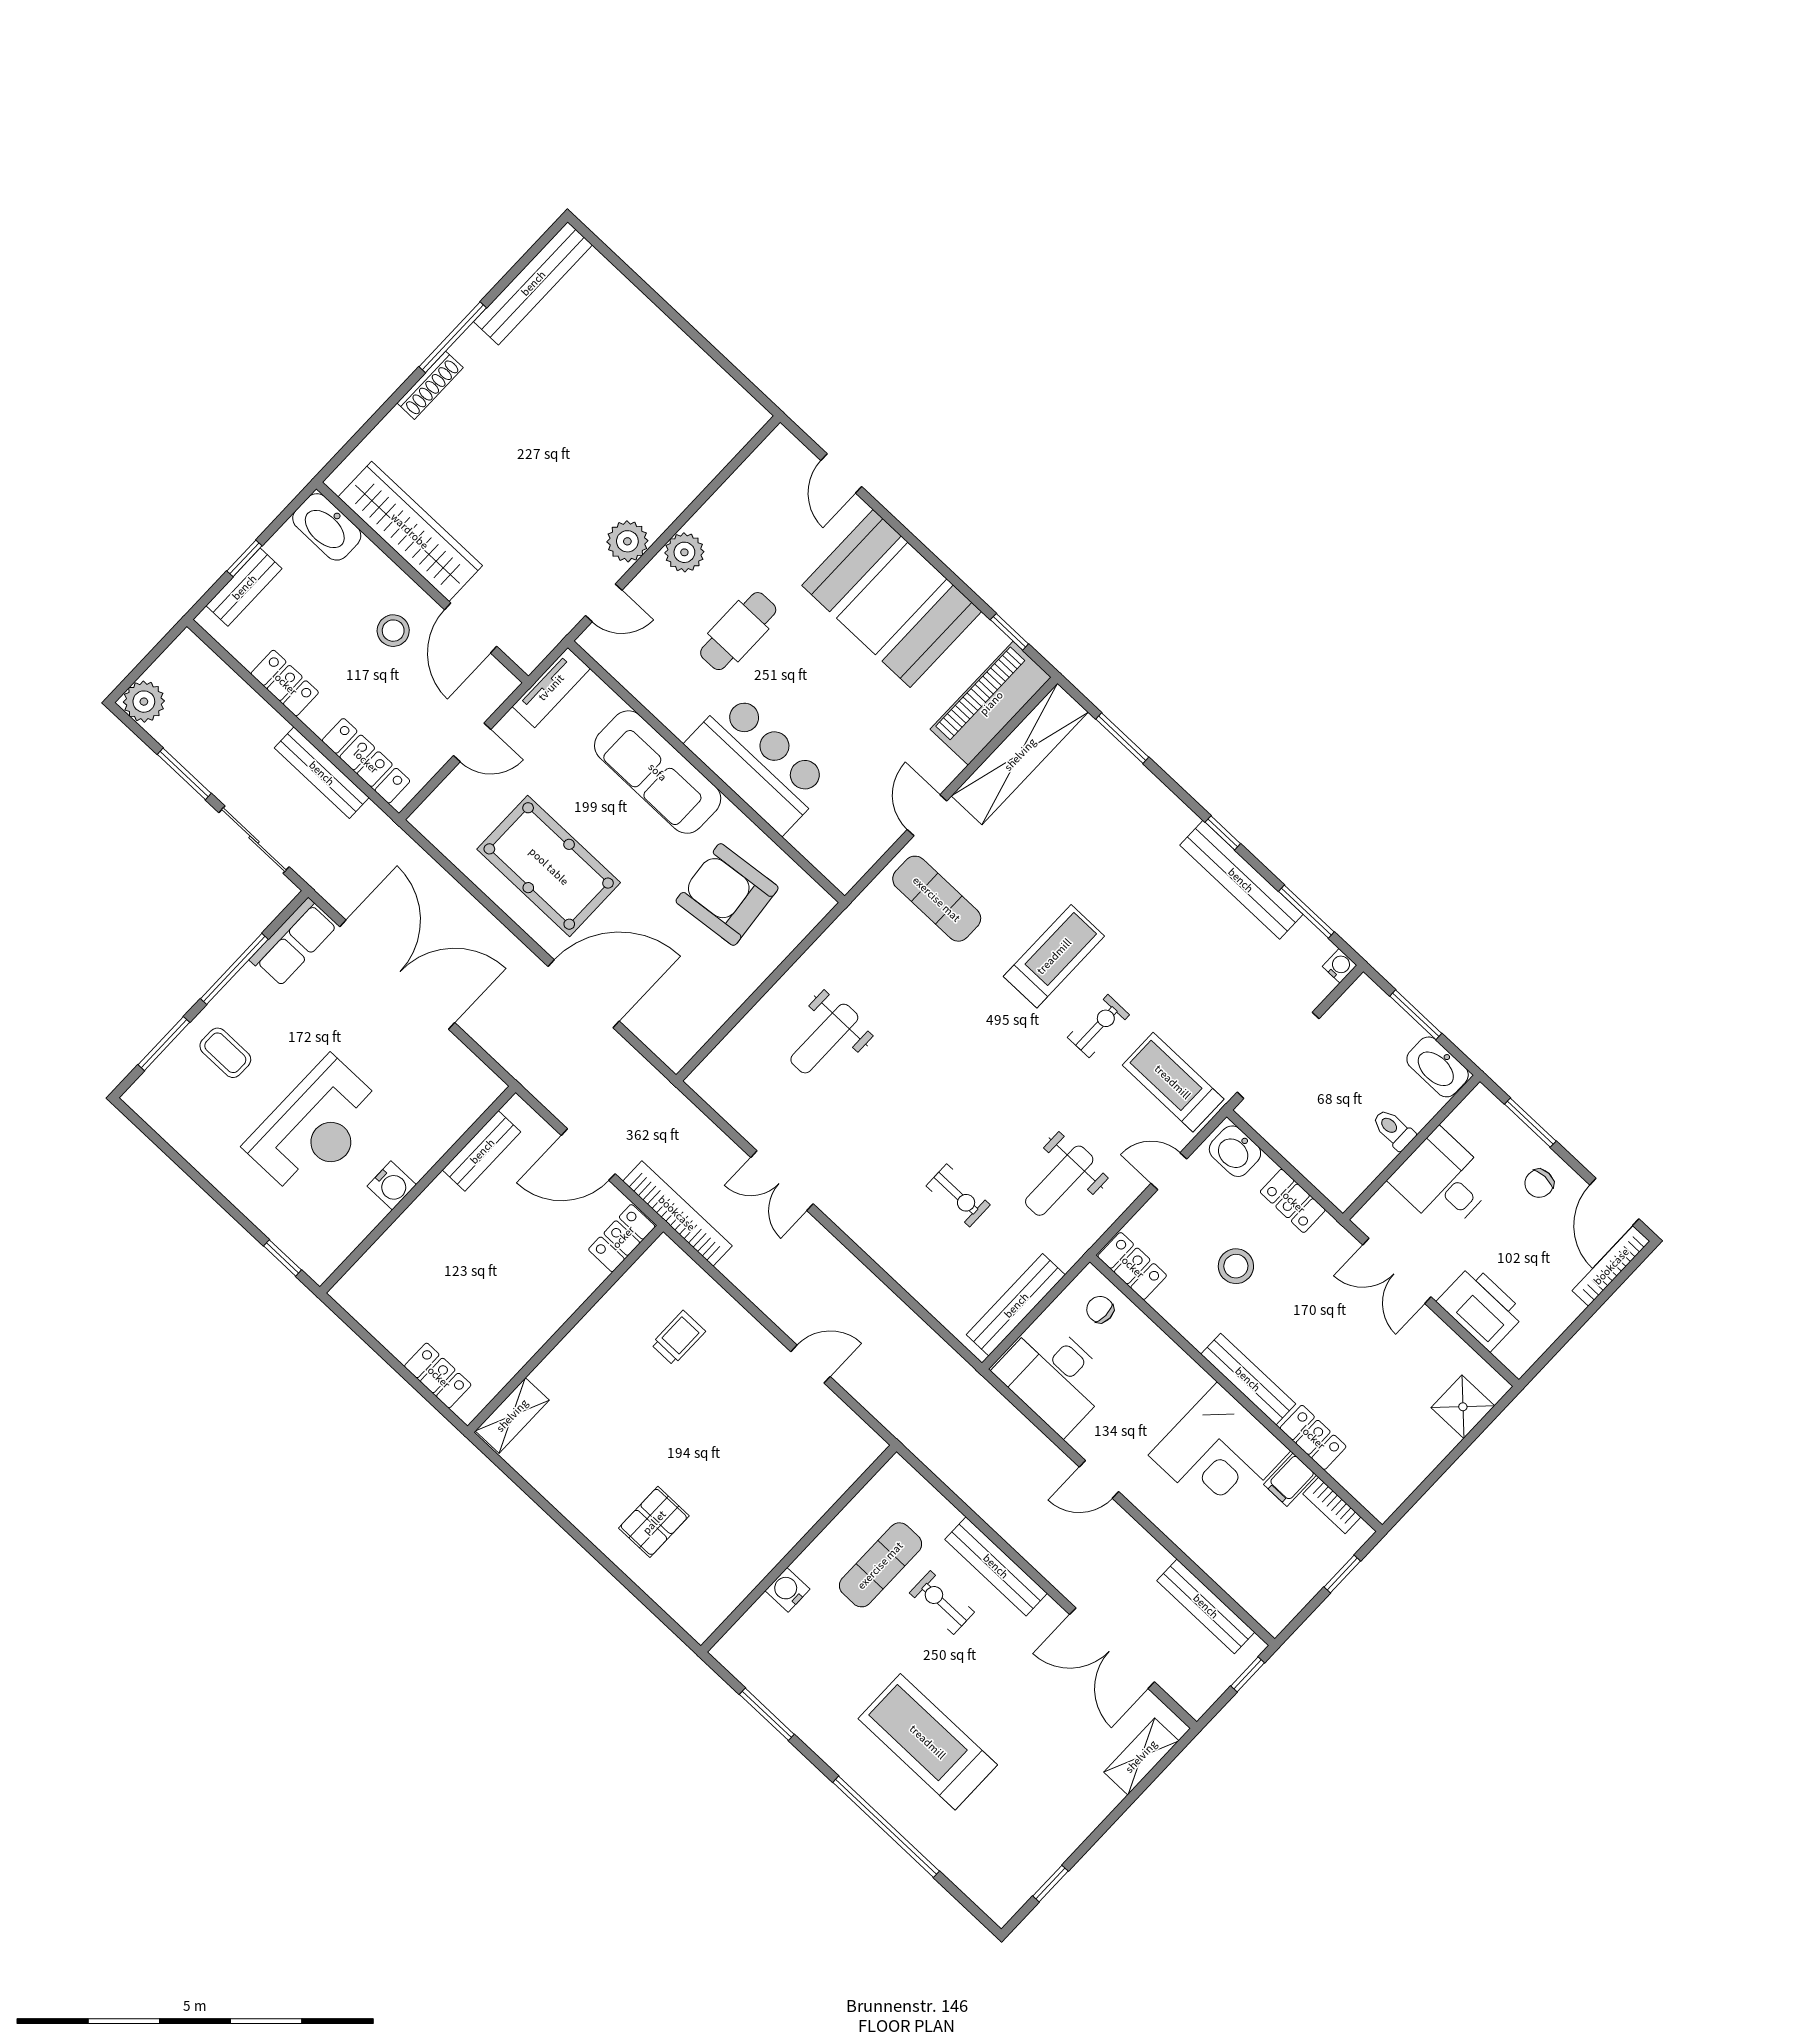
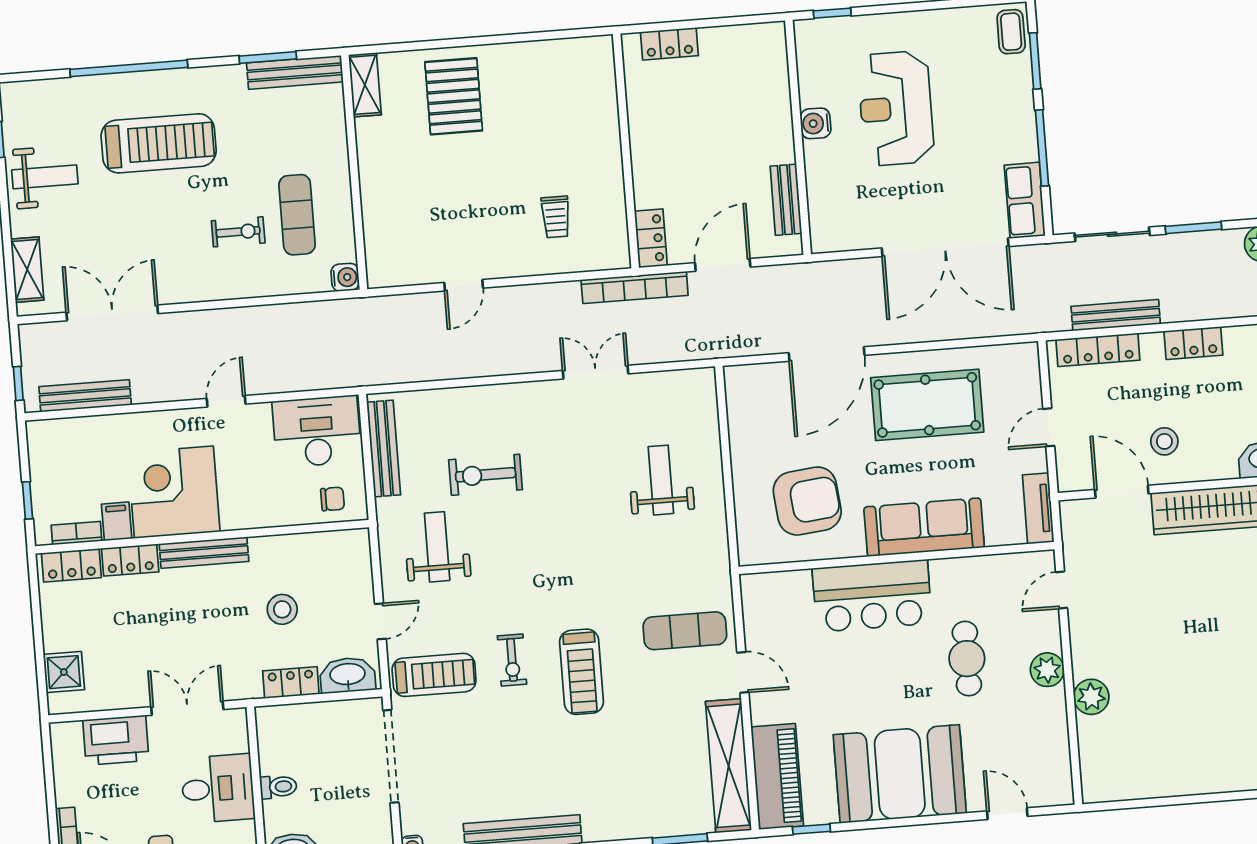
plant: (627, 541) -> (1091, 697), moved
coffee table: (225, 1053) -> (1011, 32), moved, turned 90
washbasin: (1235, 1151) -> (348, 675), width x1.38
exercise bike: (958, 1195) -> (486, 475), width x1.38, depth x1.39
locker: (1132, 1266) -> (71, 565), moved
shelving: (512, 1415) -> (365, 85), moved
pallet: (654, 1522) -> (454, 96), width x1.50, depth x1.42
bench: (996, 1566) -> (295, 72), moved
water cooler: (788, 1590) -> (345, 277), moved
weight bench: (1047, 1814) -> (45, 177), added

